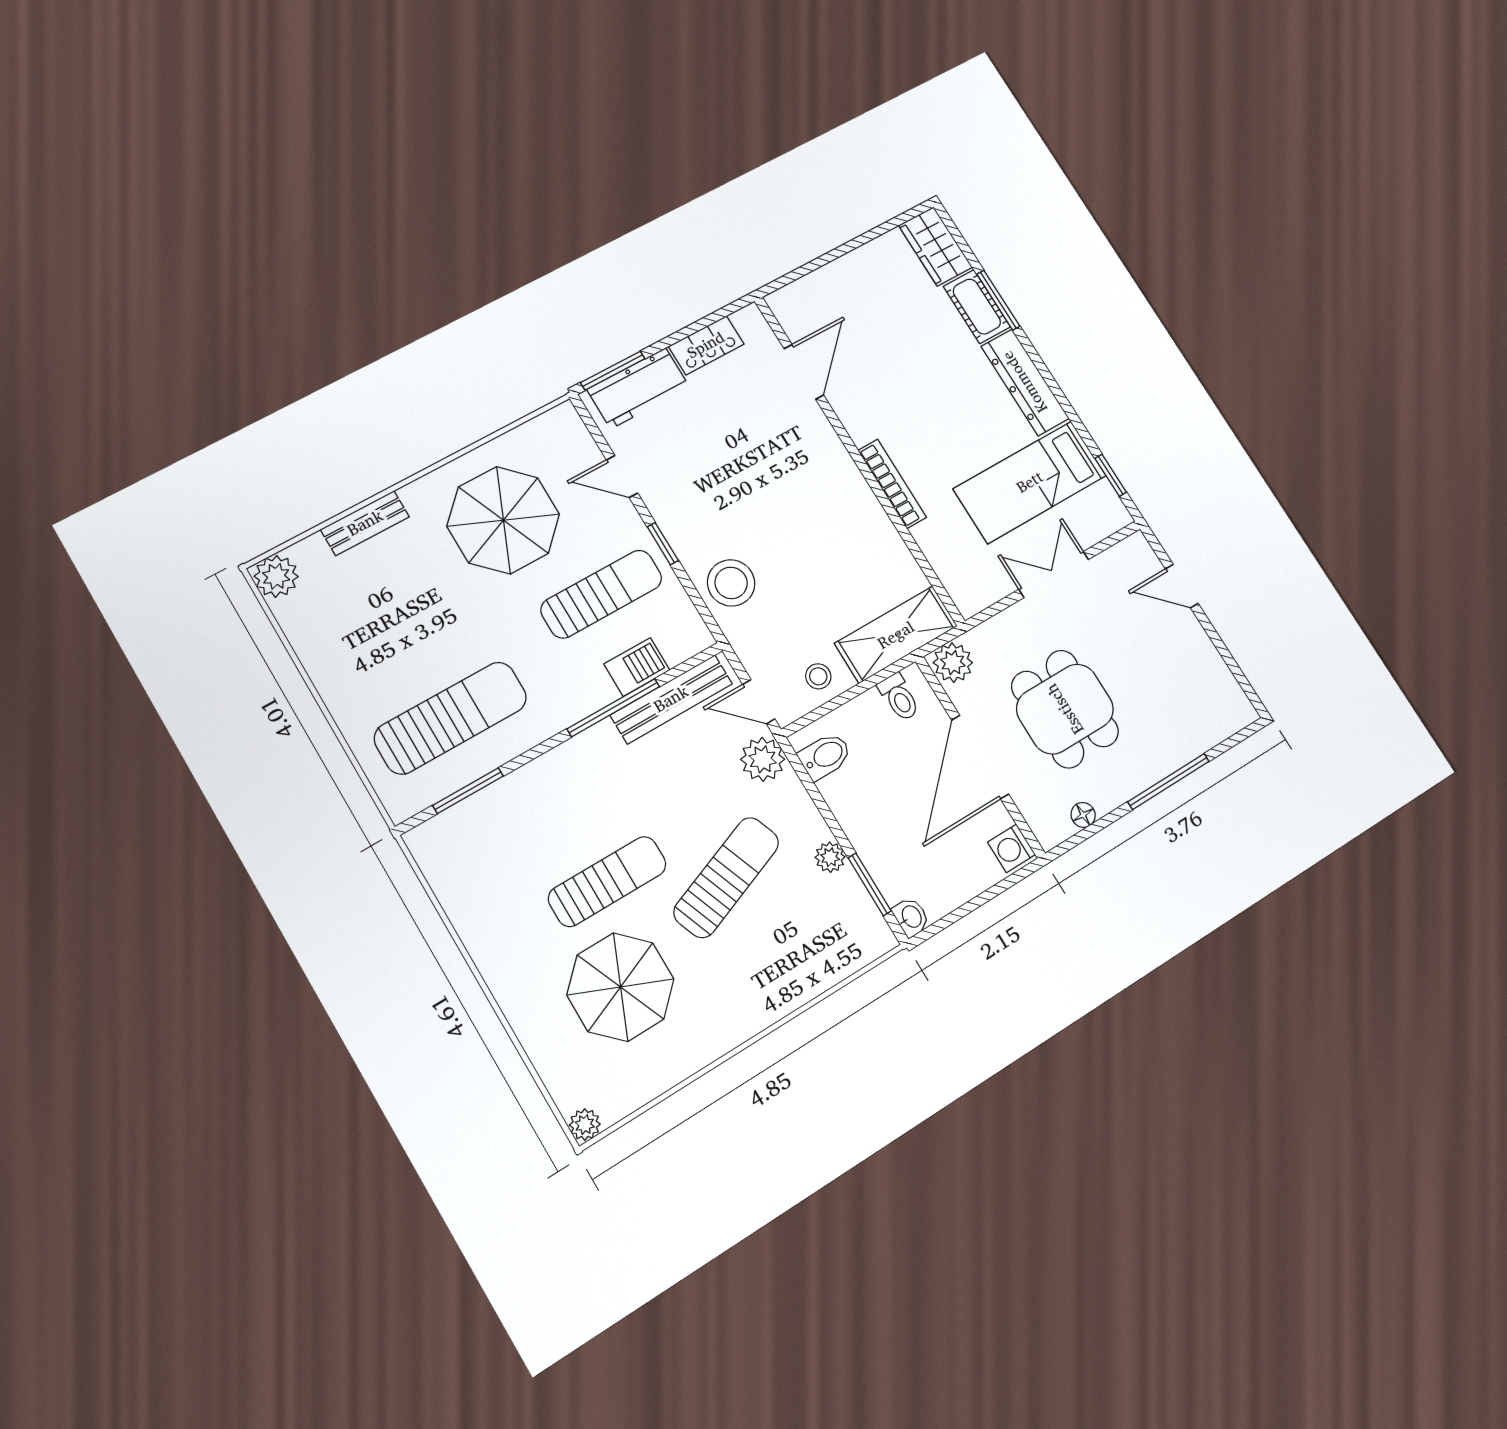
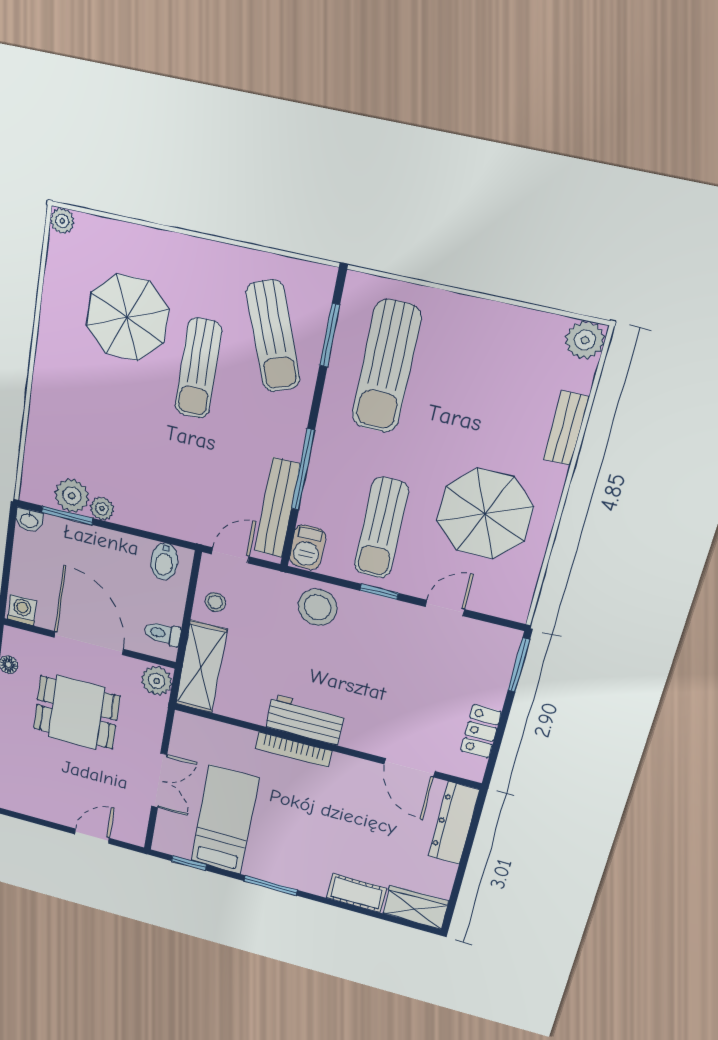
window: (998, 300) -> (271, 885), moved
dresser: (1025, 382) -> (454, 823), moved, turned -90
workbench: (638, 388) -> (305, 720), moved, turned 90
barbecue: (637, 667) -> (307, 547), moved
plant: (763, 759) -> (72, 496), moved
sun lounger: (726, 877) -> (273, 336), moved

